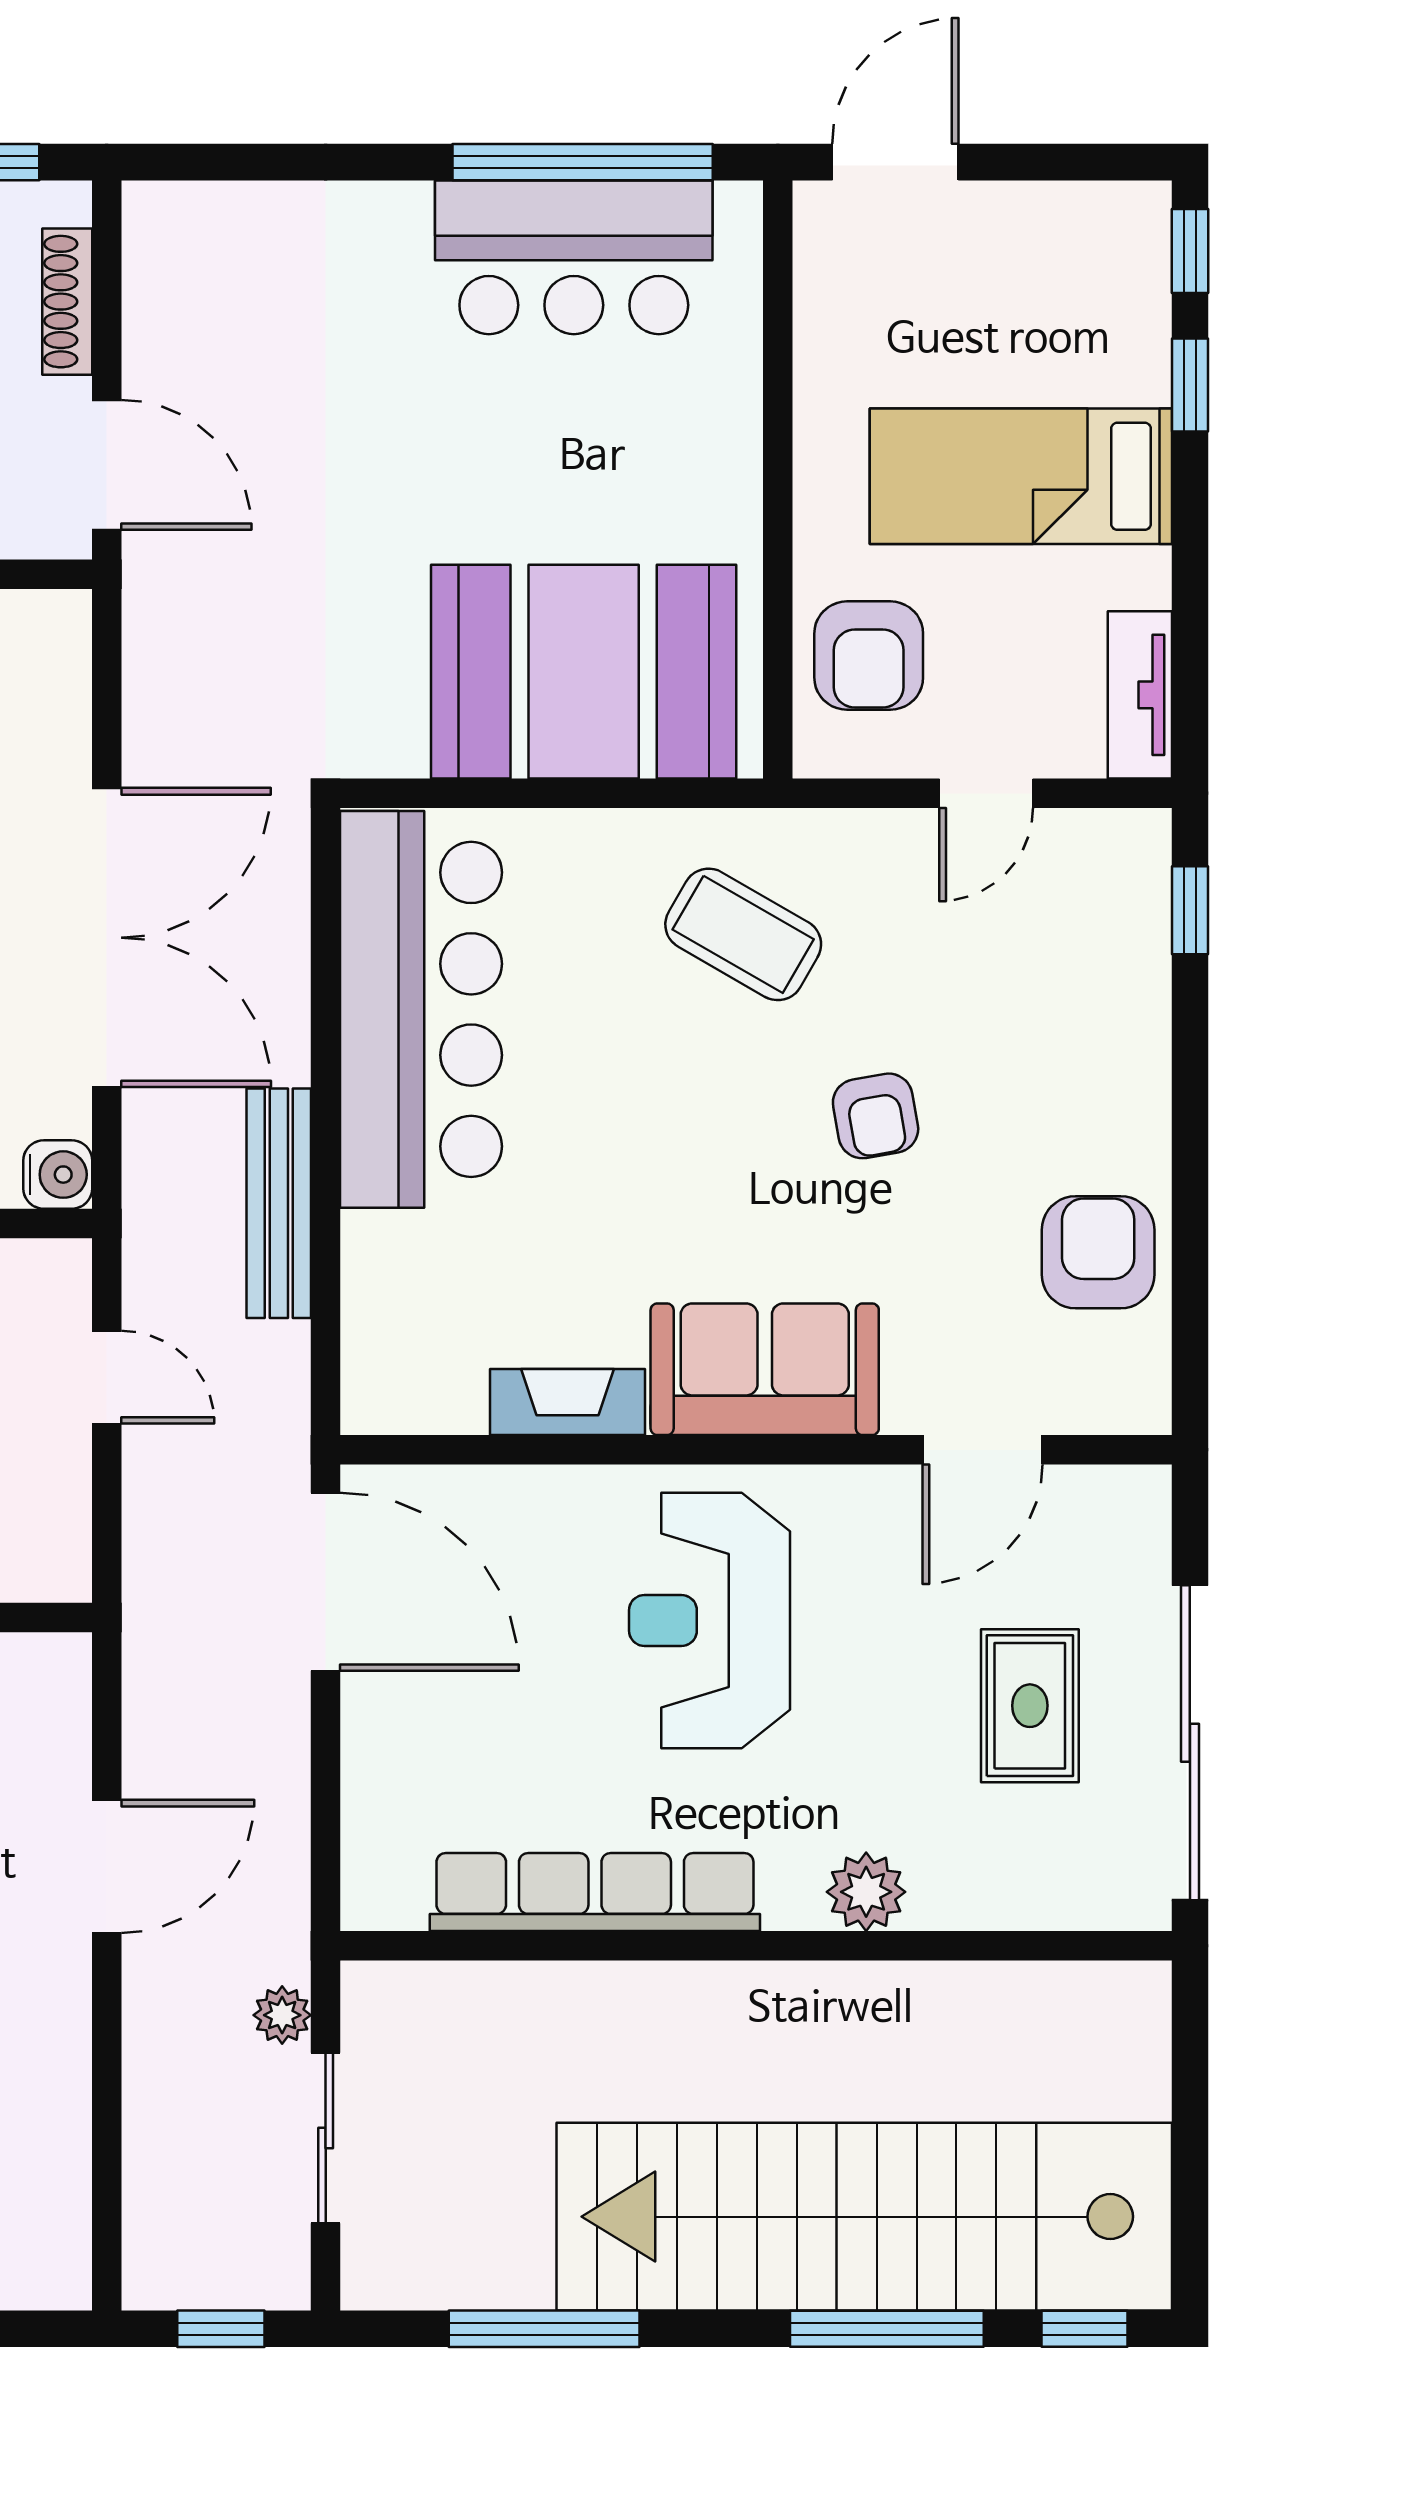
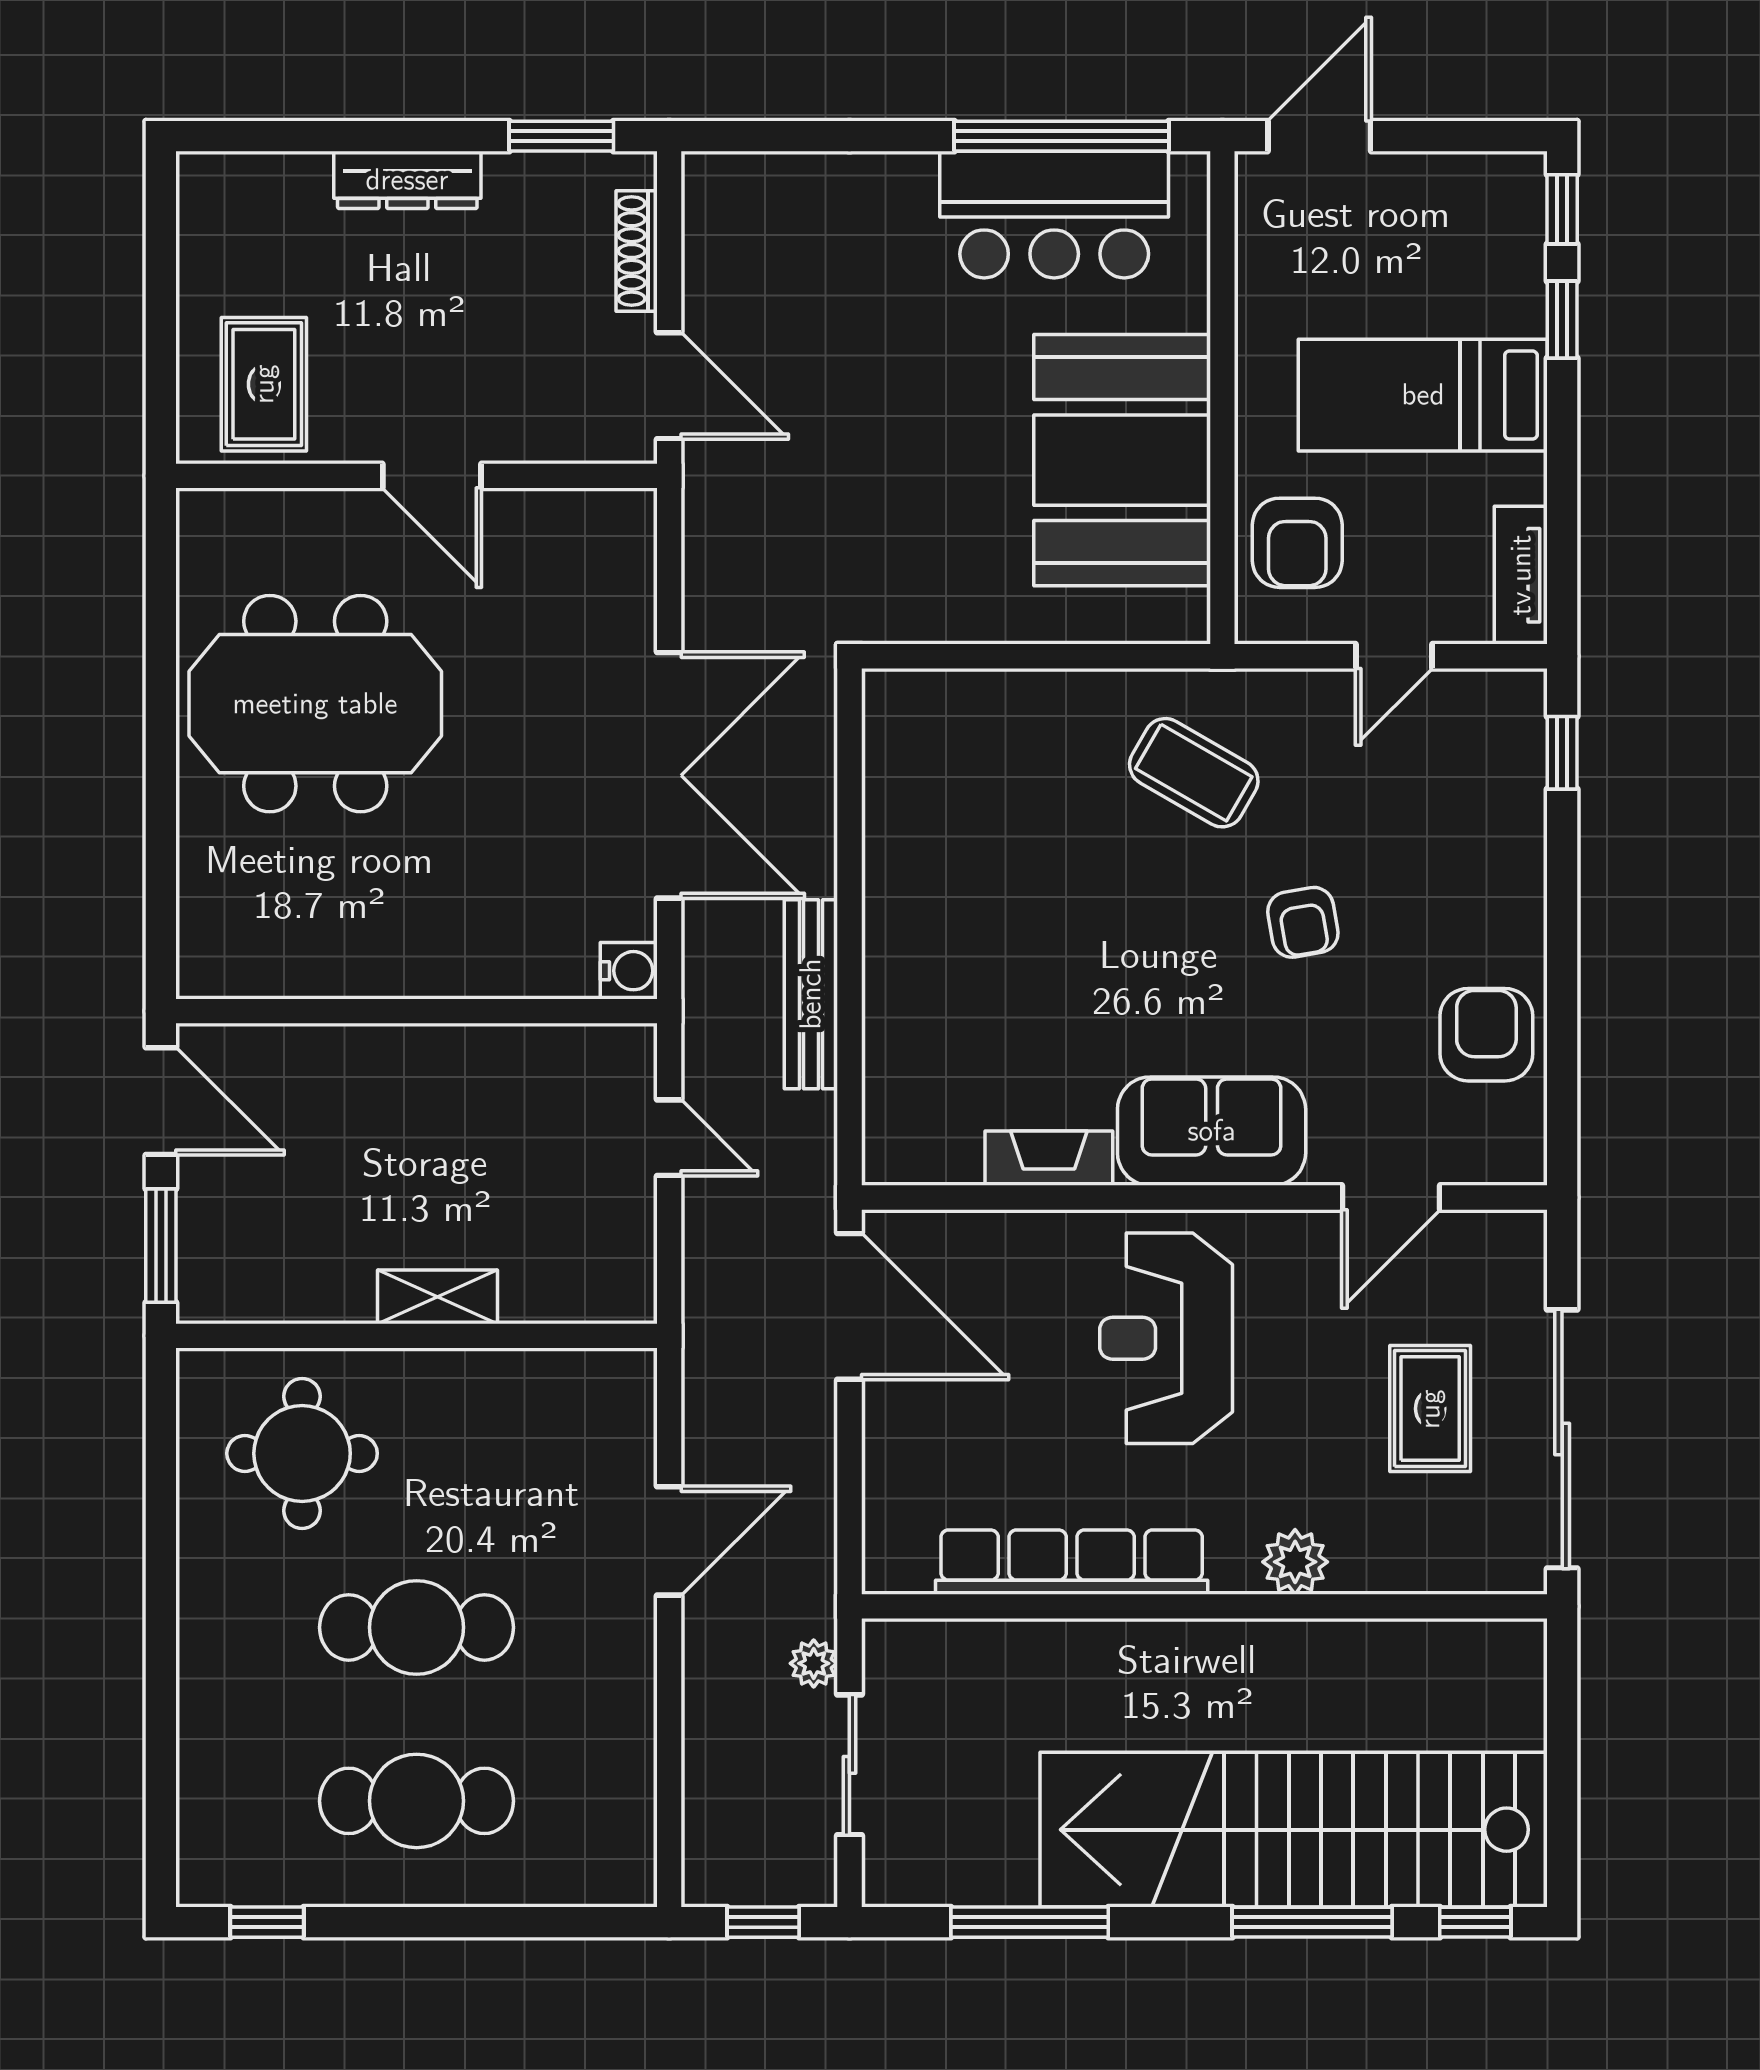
booth: (584, 672) -> (1122, 460), moved, turned 90
bar counter: (421, 1009) -> (928, 835), removed

